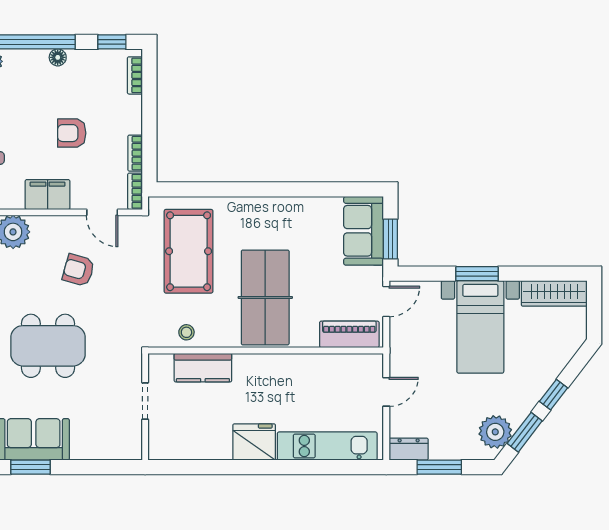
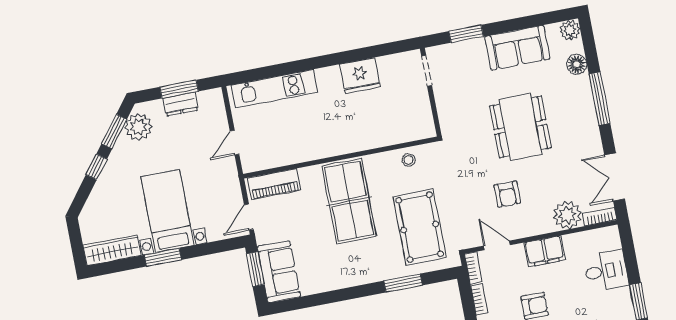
window: (221, 189) -> (403, 283), added
armchair: (78, 270) -> (507, 194), turned 74
window: (477, 274) -> (163, 257), moved
dining table: (48, 346) -> (520, 127), turned 90
kitchen counter: (203, 368) -> (389, 134), removed
doorway: (145, 401) -> (427, 71), moved
fridge: (254, 442) -> (360, 76), moved
dresser: (409, 449) -> (181, 104), moved
window: (30, 467) -> (466, 34), moved

